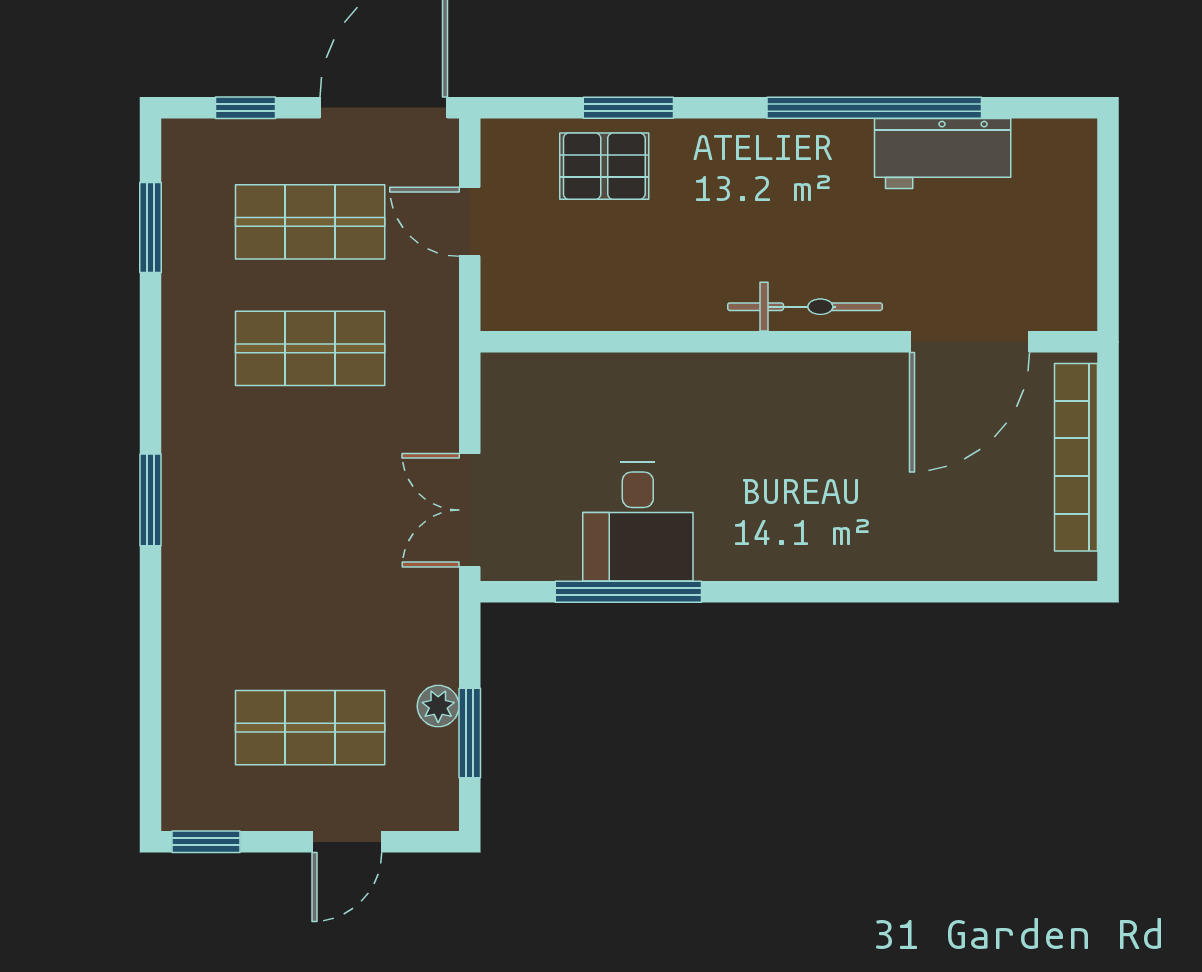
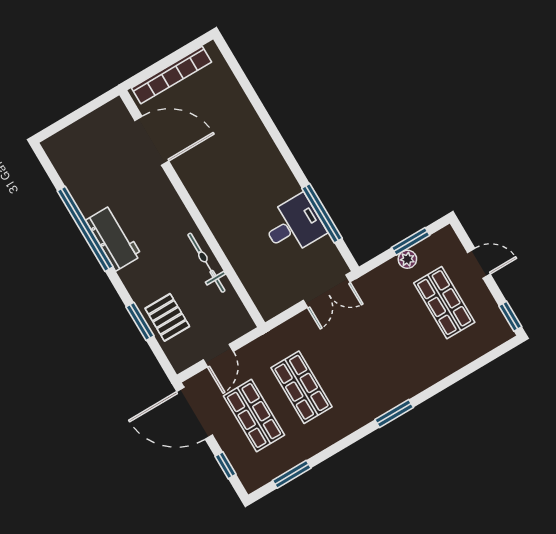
workbench: (943, 154) -> (114, 238), moved
bicycle: (805, 307) -> (206, 263), moved

